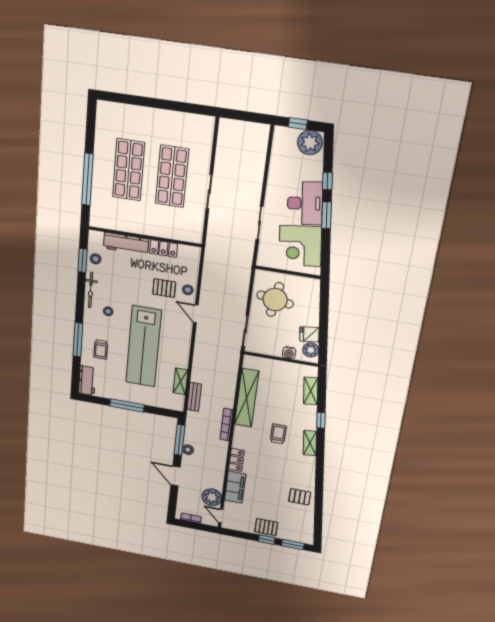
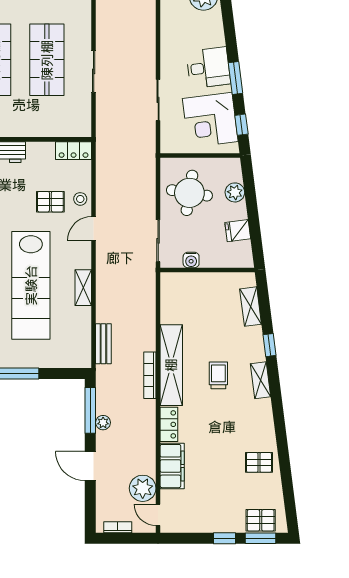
window: (327, 181) -> (241, 125), moved
desk: (305, 203) -> (208, 68), width x0.73
locker: (163, 248) -> (74, 151), moved
door: (196, 314) -> (94, 229), hinge flipped
plant: (311, 350) -> (235, 192), moved
water cooler: (289, 353) -> (191, 260), moved
shelving: (180, 381) -> (83, 288), moved
shelving: (247, 398) -> (171, 365), moved
pallet: (266, 527) -> (261, 520), moved

